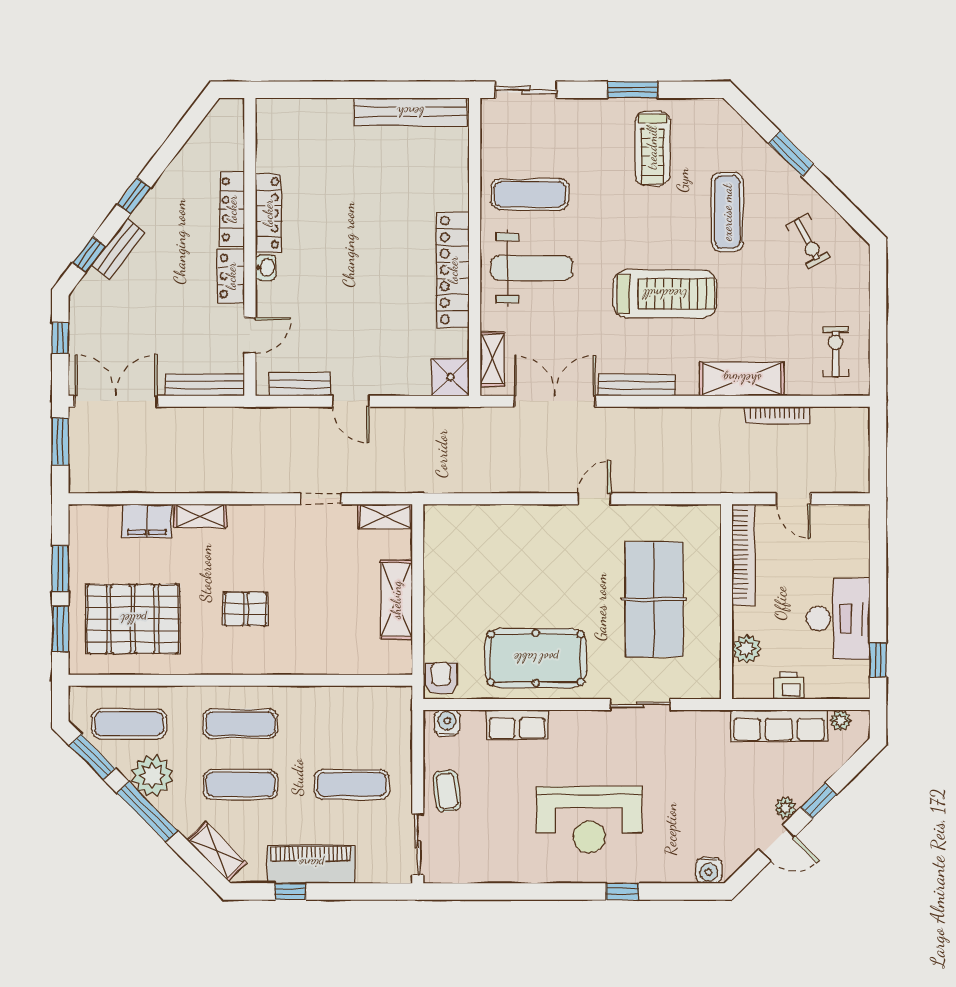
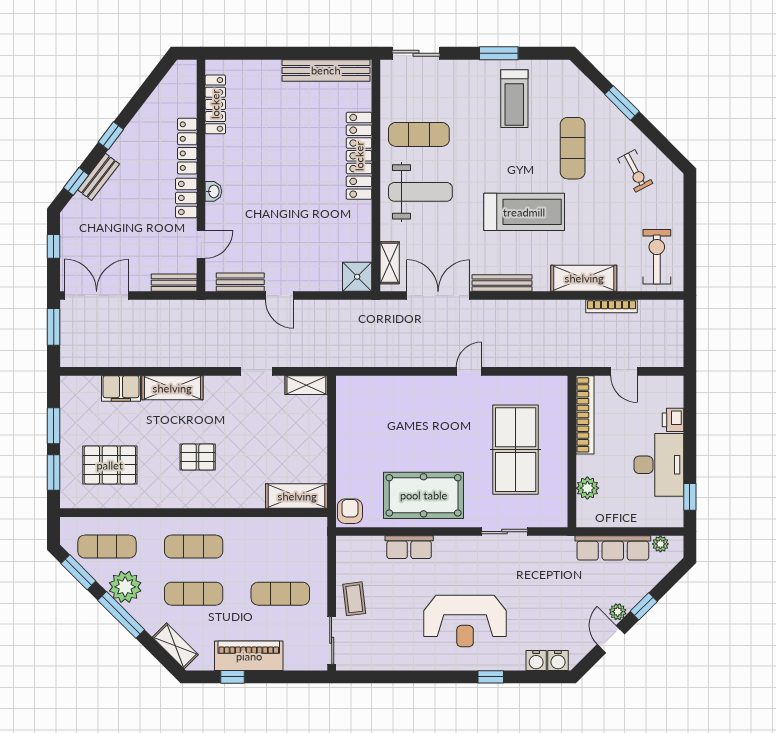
locker: (268, 213) -> (215, 104), moved
locker: (453, 270) -> (359, 156), moved
exercise bike: (836, 352) -> (657, 257), width x1.38, depth x1.39
bench: (205, 385) -> (174, 283), width x0.73
shelving: (200, 516) -> (172, 388), width x1.50, depth x1.33
shelving: (396, 600) -> (297, 496), moved, turned 90
pallet: (133, 619) -> (110, 465), width x0.73, depth x0.71
printer: (789, 685) -> (673, 420), moved, turned -90
water cooler: (447, 723) -> (536, 661), moved, turned 180
door: (777, 843) -> (611, 639), swing flipped

